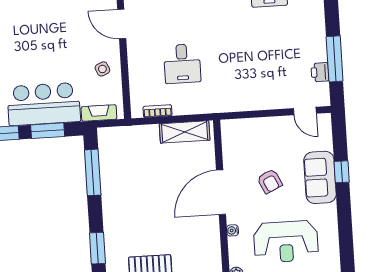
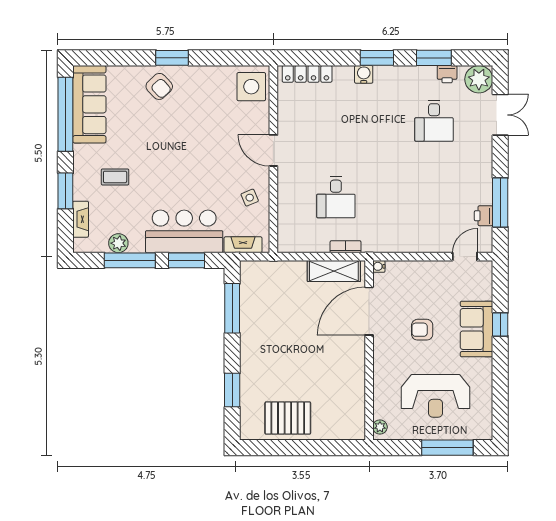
bookcase: (158, 111) -> (346, 247), moved
door: (305, 111) -> (465, 257), swing flipped
armchair: (270, 181) -> (422, 330), turned 115
door: (221, 192) -> (369, 311), moved
water cooler: (233, 230) -> (379, 266), moved

